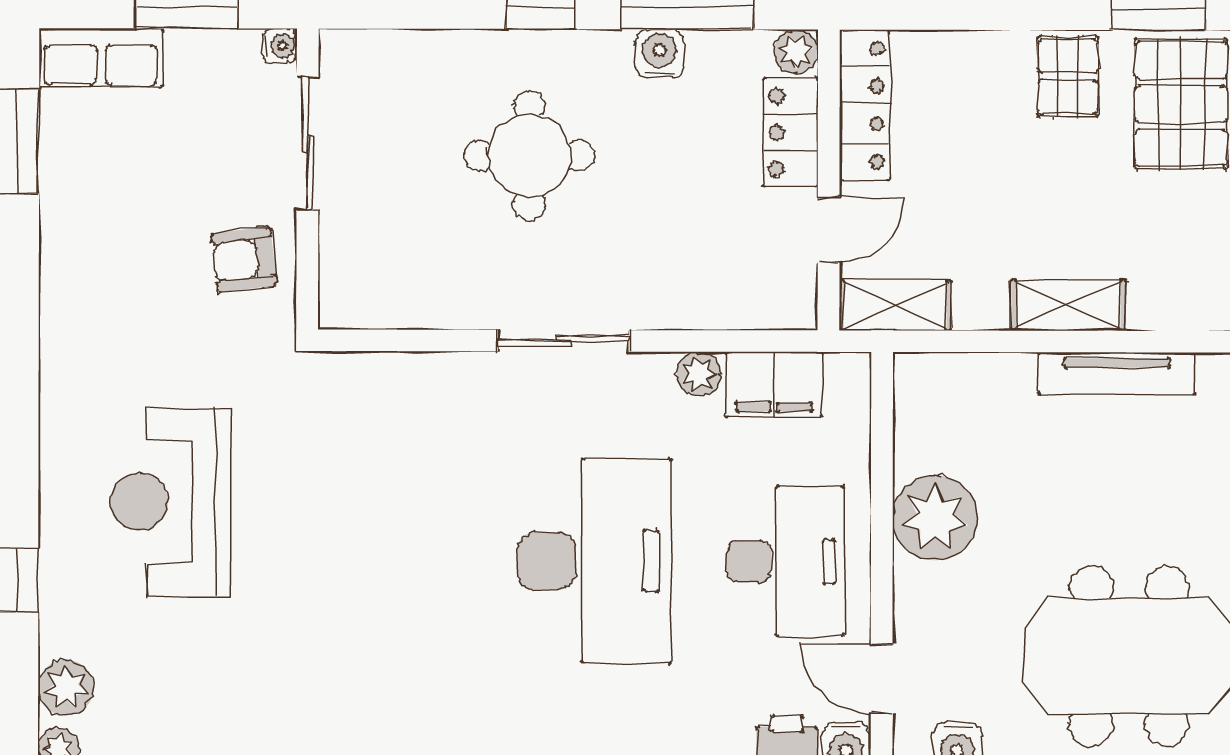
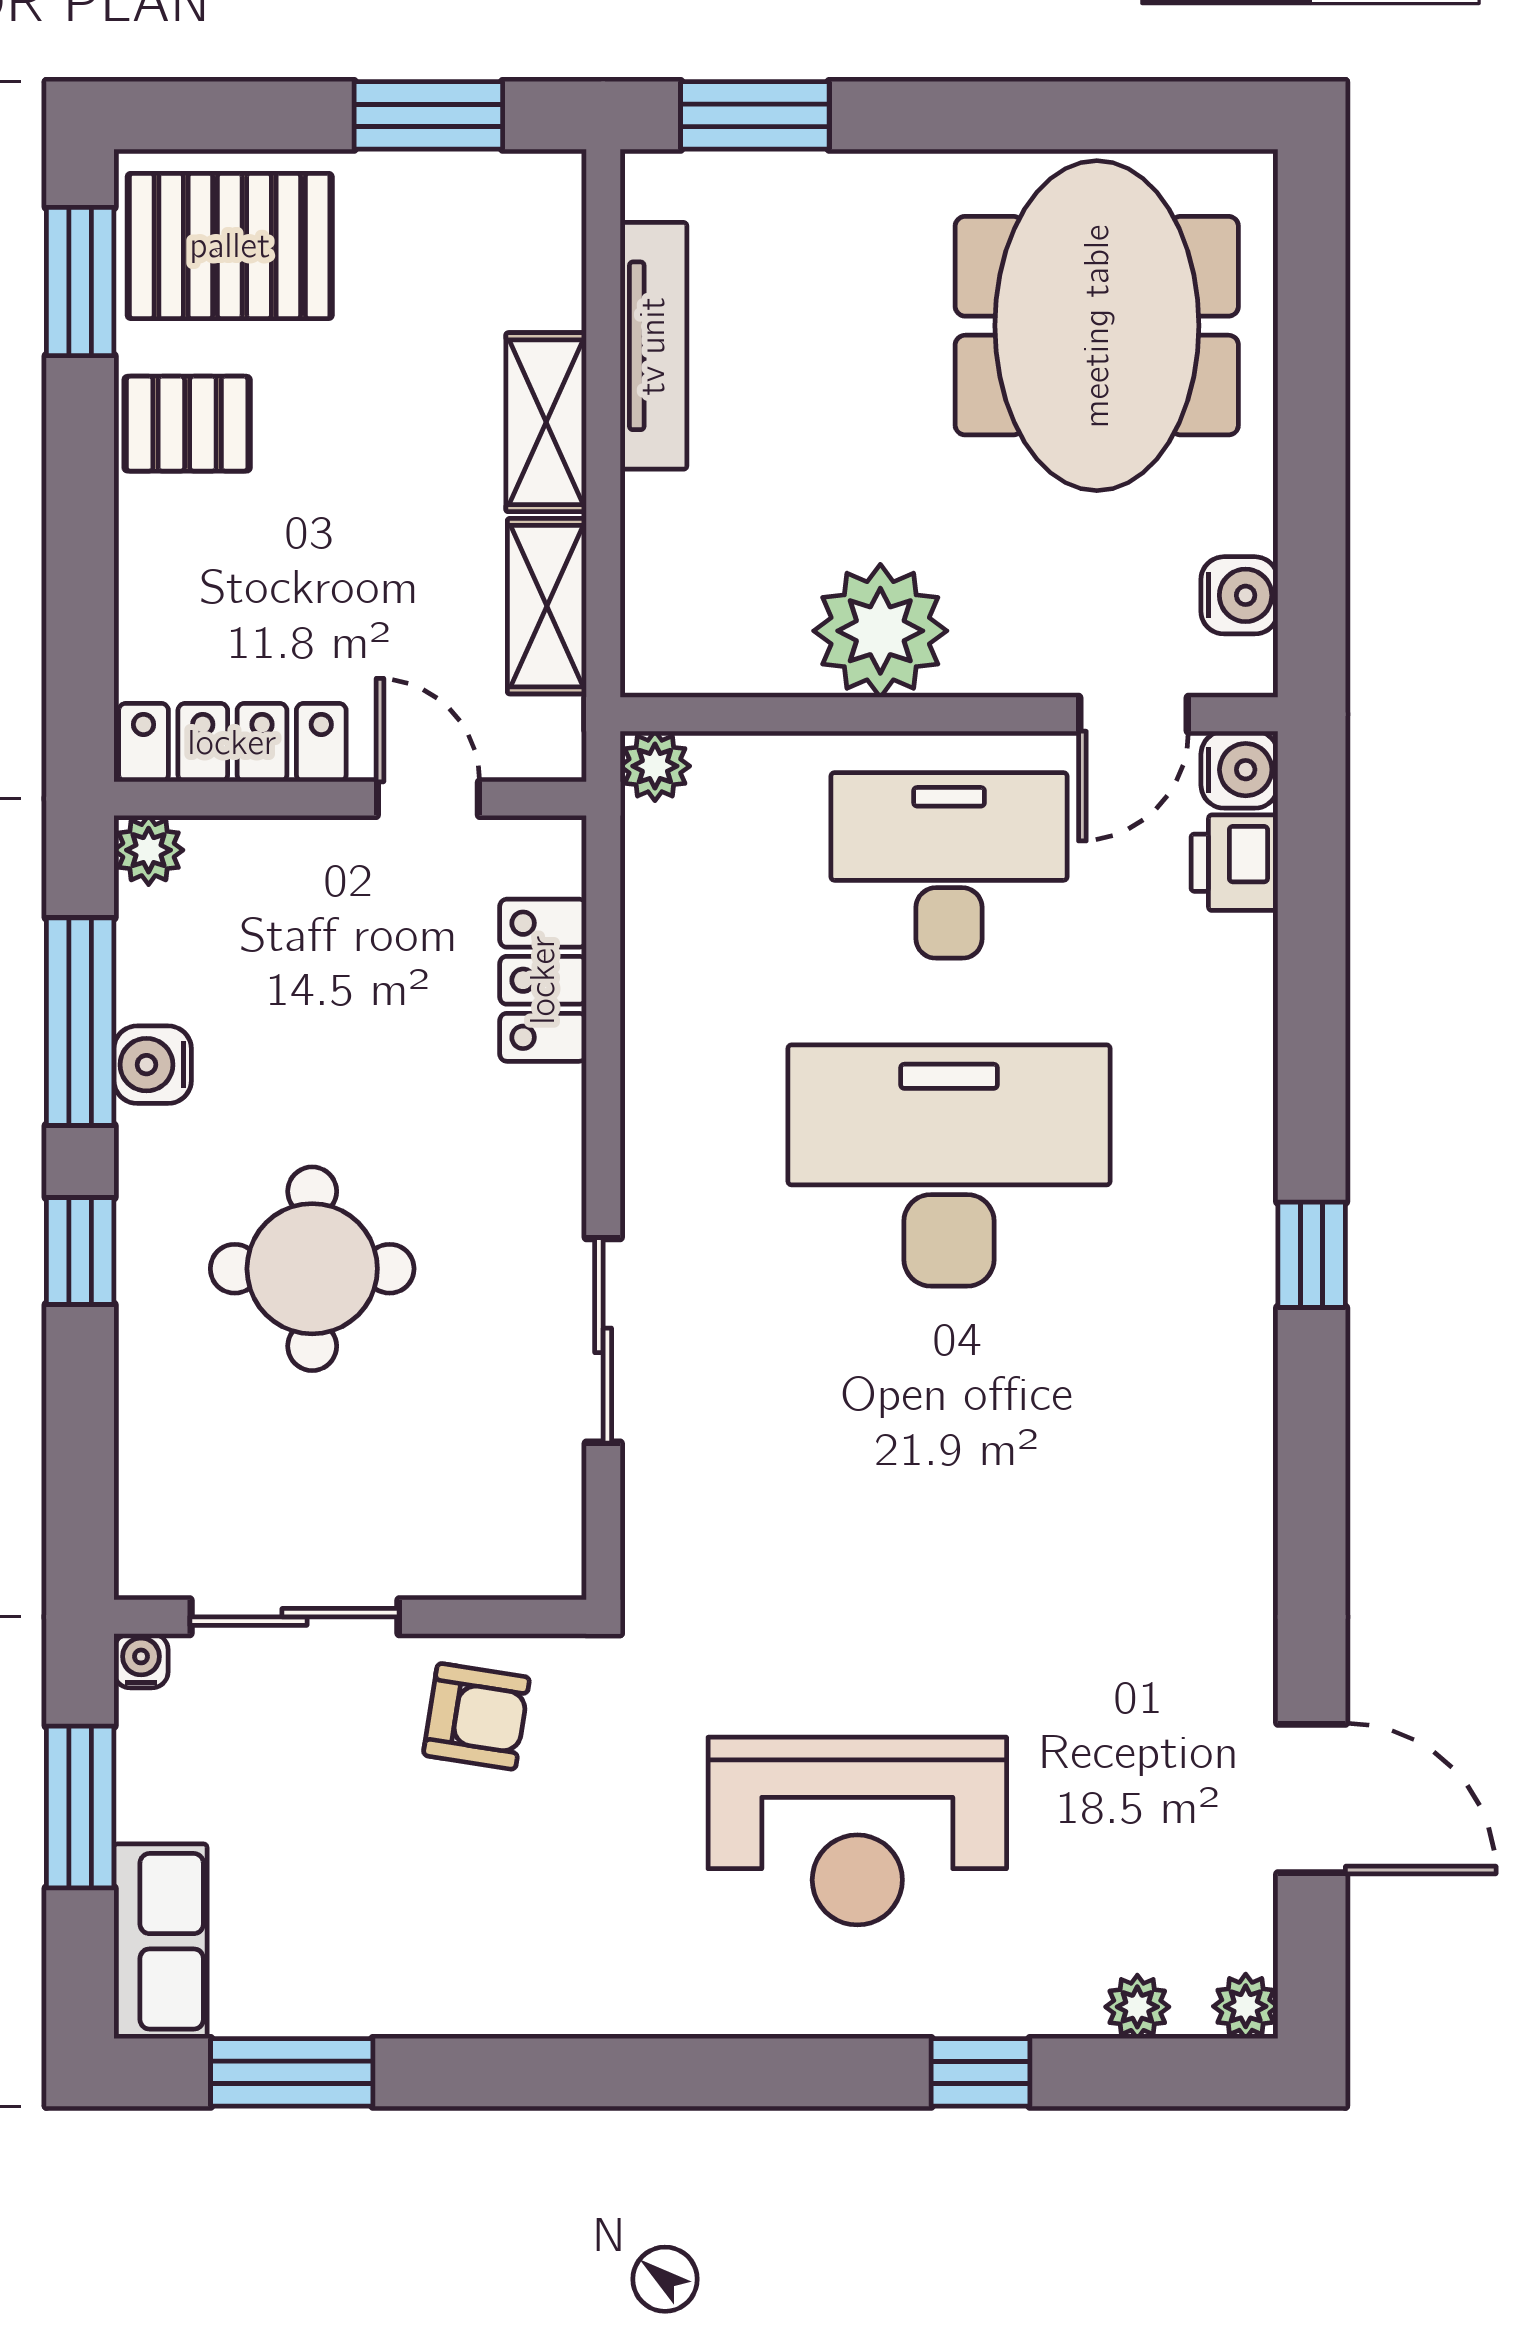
locker: (790, 132) -> (543, 980), moved, turned 90
armchair: (244, 259) -> (476, 1716), turned -74
shelving: (895, 305) -> (547, 606), moved
sliding door: (563, 341) -> (603, 1340), moved
plant: (699, 374) -> (655, 766), moved
filing cabinet: (774, 384) -> (671, 884), removed
plant: (66, 688) -> (1137, 2007), width x0.73, depth x0.73

